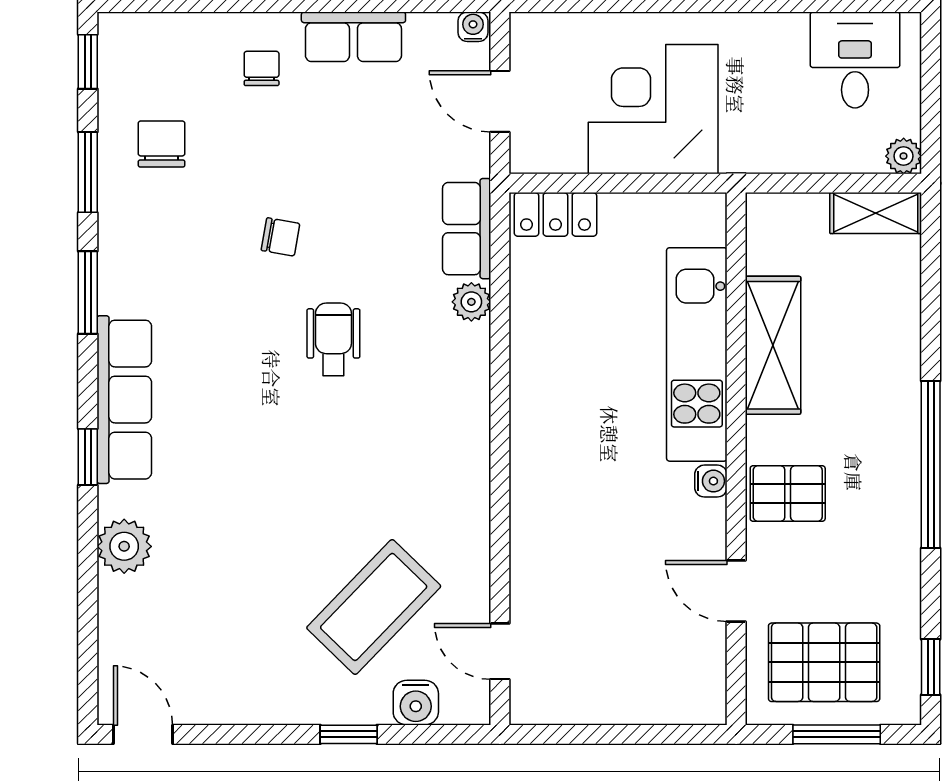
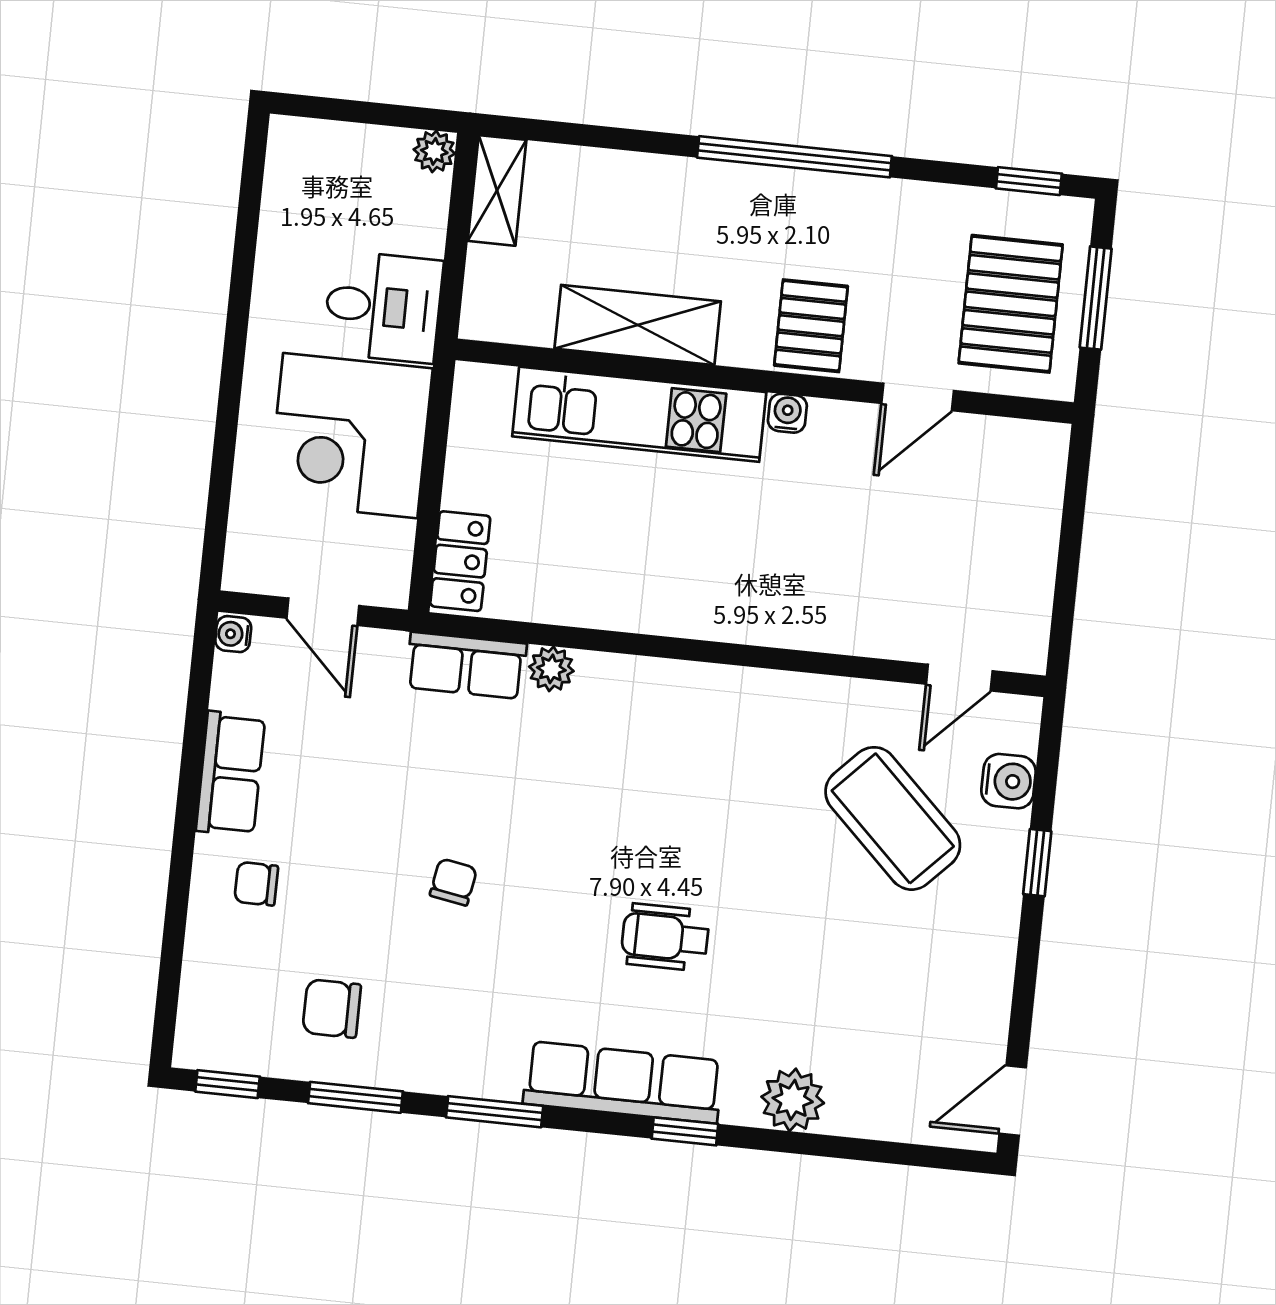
desk: (855, 60) -> (383, 307), moved, turned 180
door: (500, 101) -> (323, 612), hinge flipped
wheelchair: (333, 339) -> (665, 937), moved

